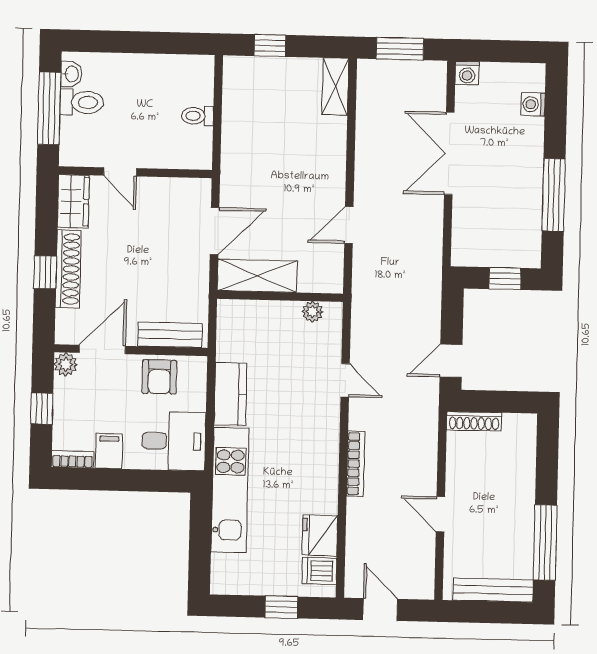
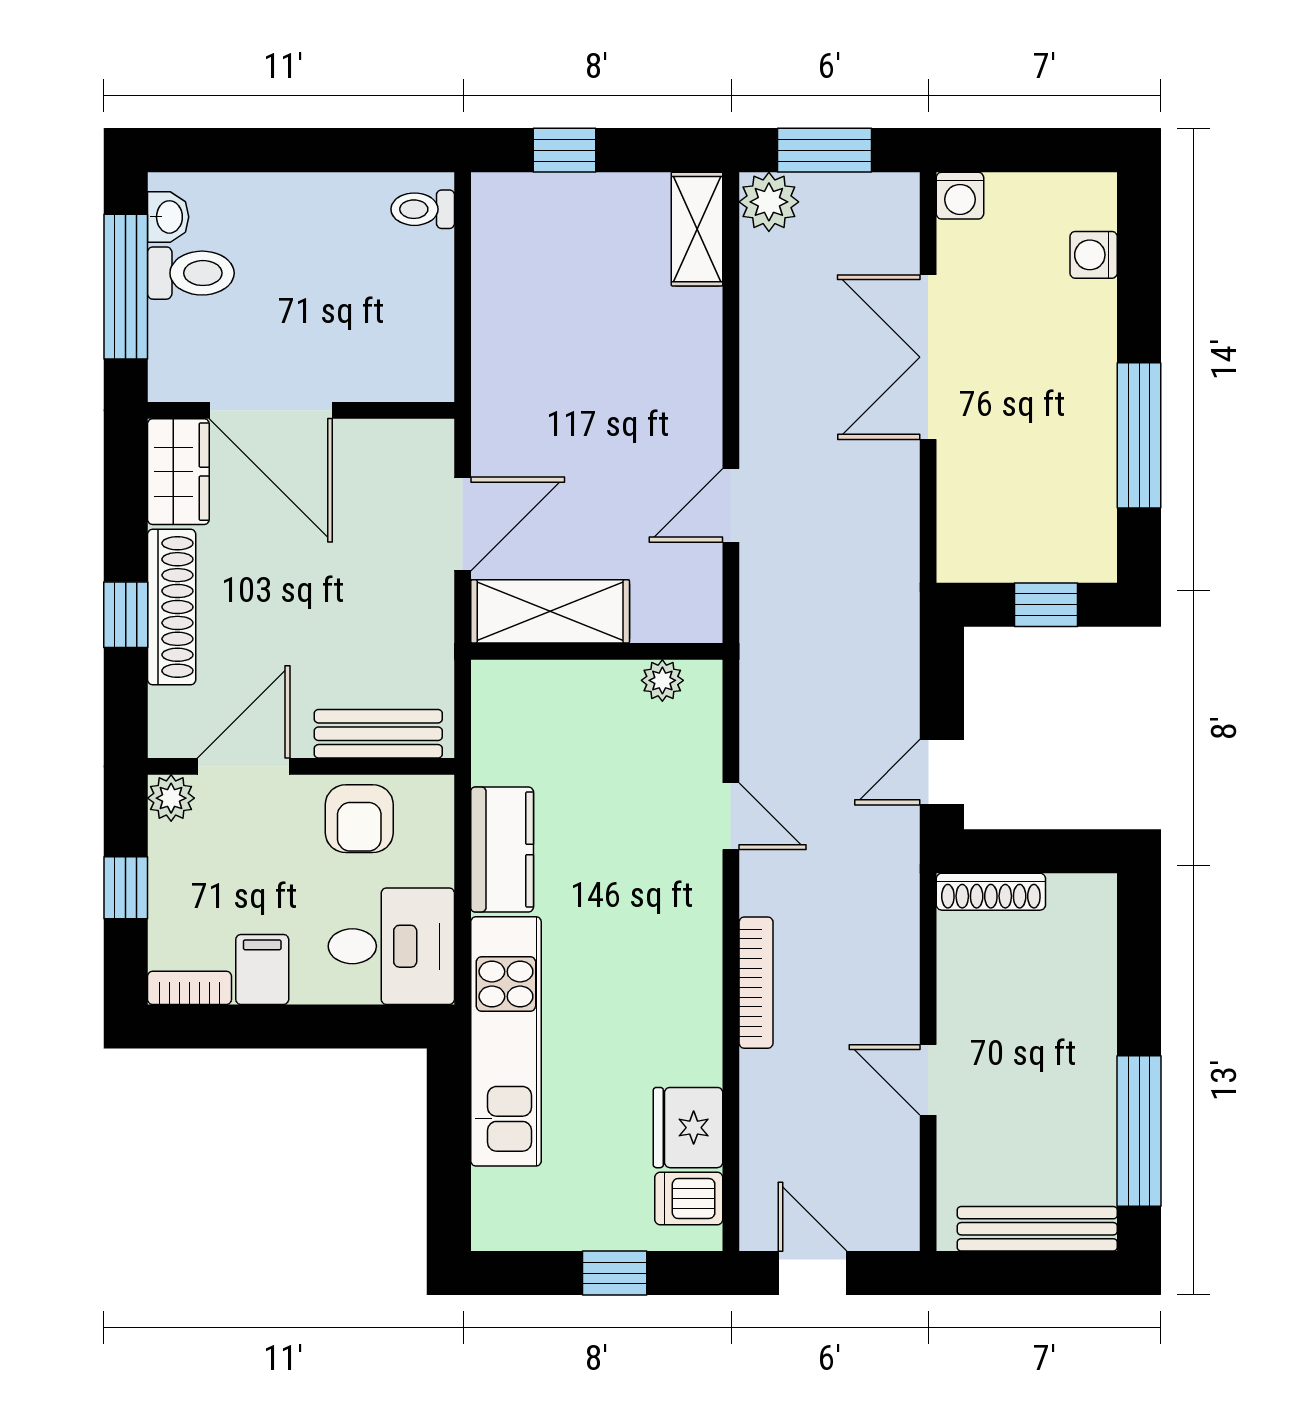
plant: (372, 74) -> (769, 202), added
toilet: (197, 116) -> (423, 209), moved
door: (120, 172) -> (271, 410), width x1.88

